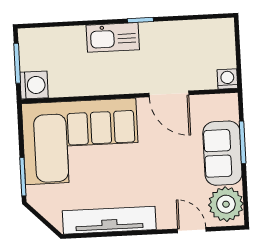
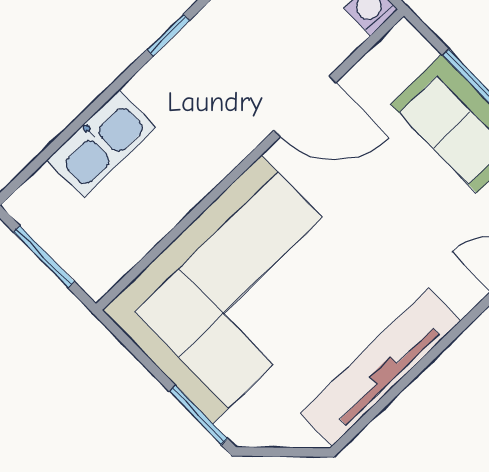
kitchen sink: (113, 37) -> (101, 143), moved
washing machine: (34, 85) -> (97, 267), removed

